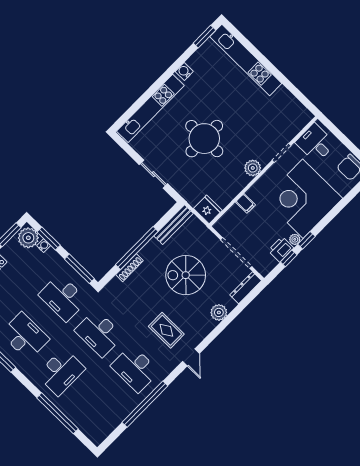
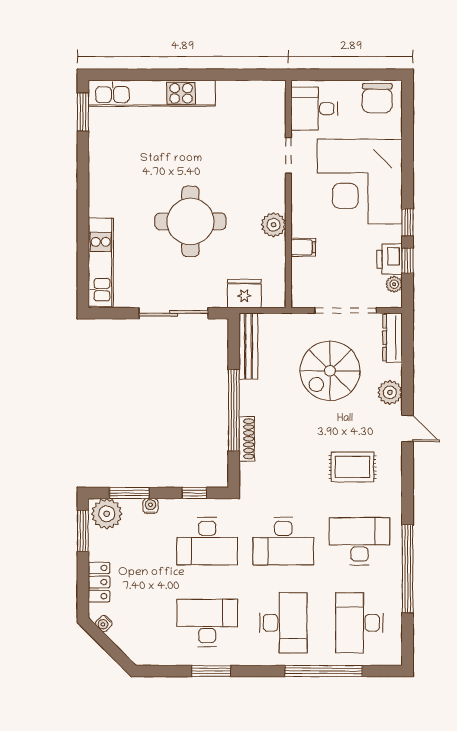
water cooler: (184, 71) -> (98, 171), removed
kitchen unit: (150, 108) -> (101, 262), width x0.73
plant: (253, 168) -> (273, 225), moved
sliding door: (153, 174) -> (174, 313), width x1.37
fridge: (208, 209) -> (244, 294), moved
plant: (295, 239) -> (394, 284), moved
water cooler: (44, 246) -> (150, 506), moved
window: (79, 269) -> (194, 493), width x0.46
spiral stairs: (186, 275) -> (330, 371), moved
door: (191, 357) -> (408, 429), moved
desk: (135, 369) -> (359, 541), turned 180
desk: (97, 407) -> (359, 623), added

